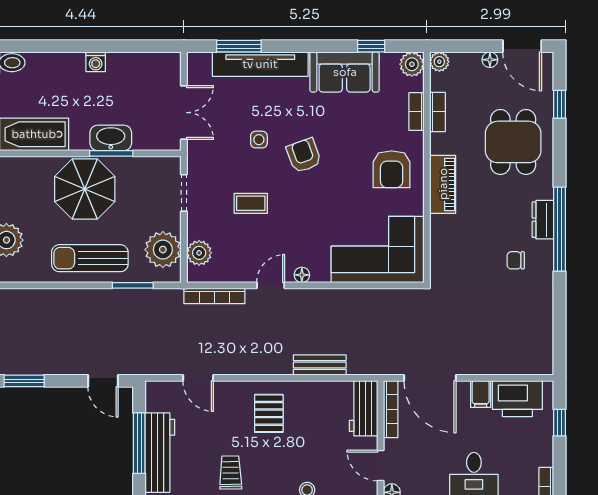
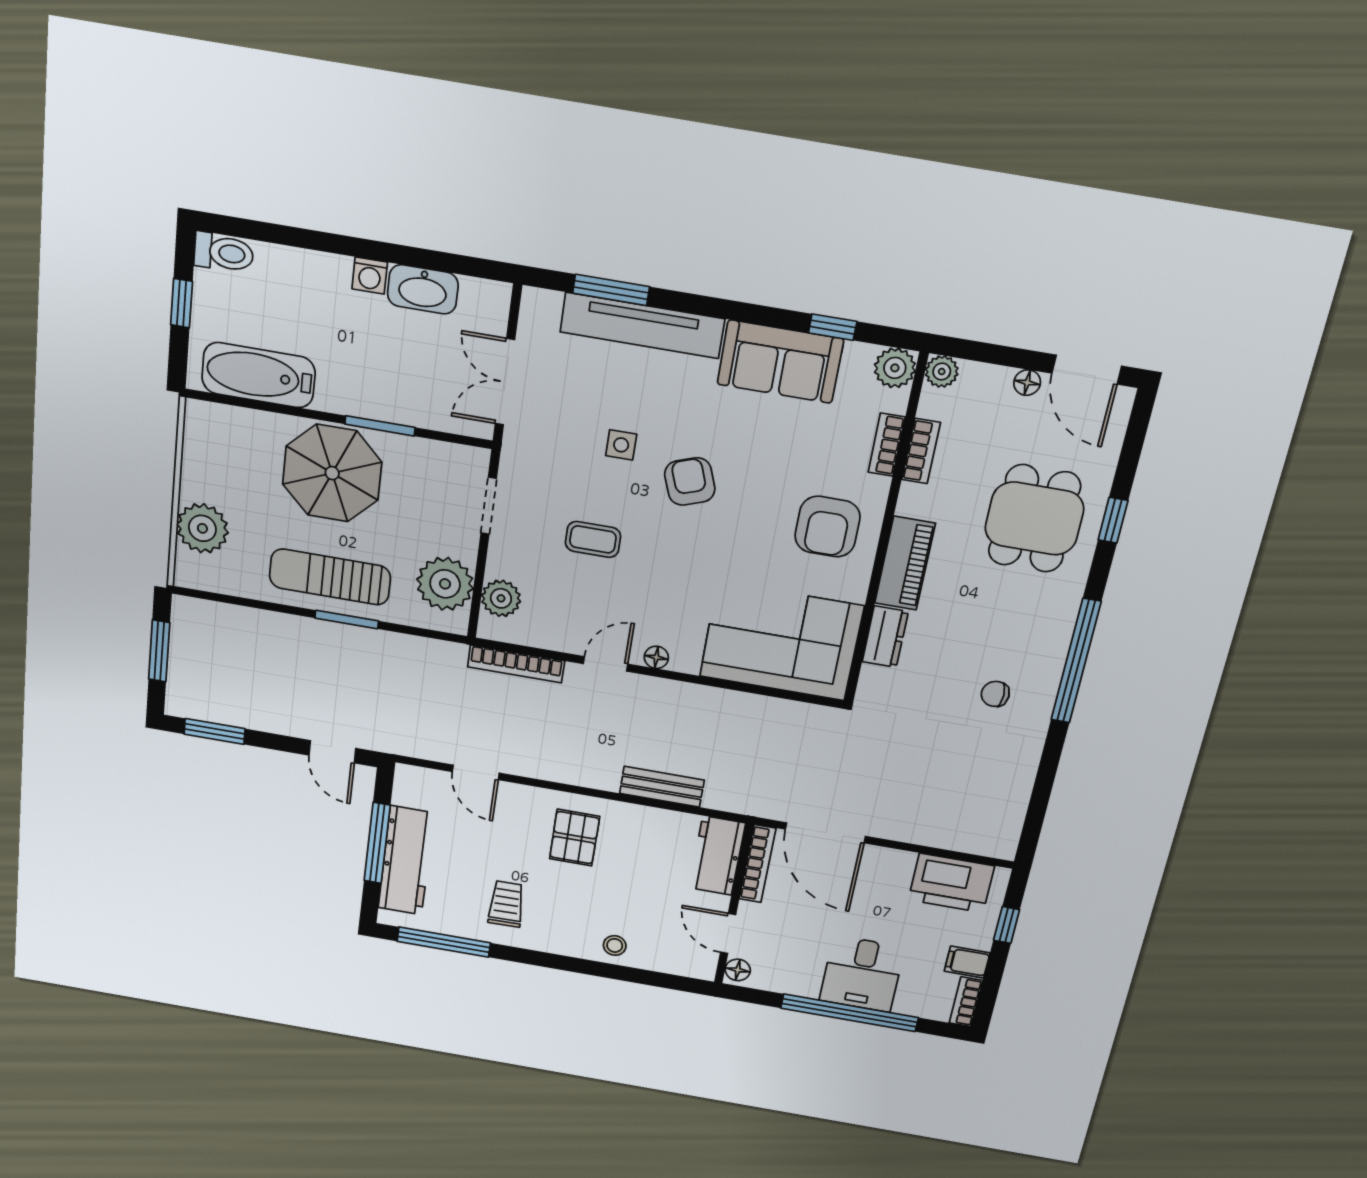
window: (559, 104) -> (1113, 520), moved
double door: (184, 113) -> (505, 382), swing flipped
washbasin: (111, 138) -> (423, 289), moved, turned 180
dresser: (543, 220) -> (885, 637), moved, turned 180
window: (133, 285) -> (347, 620), moved
filing cabinet: (481, 394) -> (967, 962), moved, turned 90

